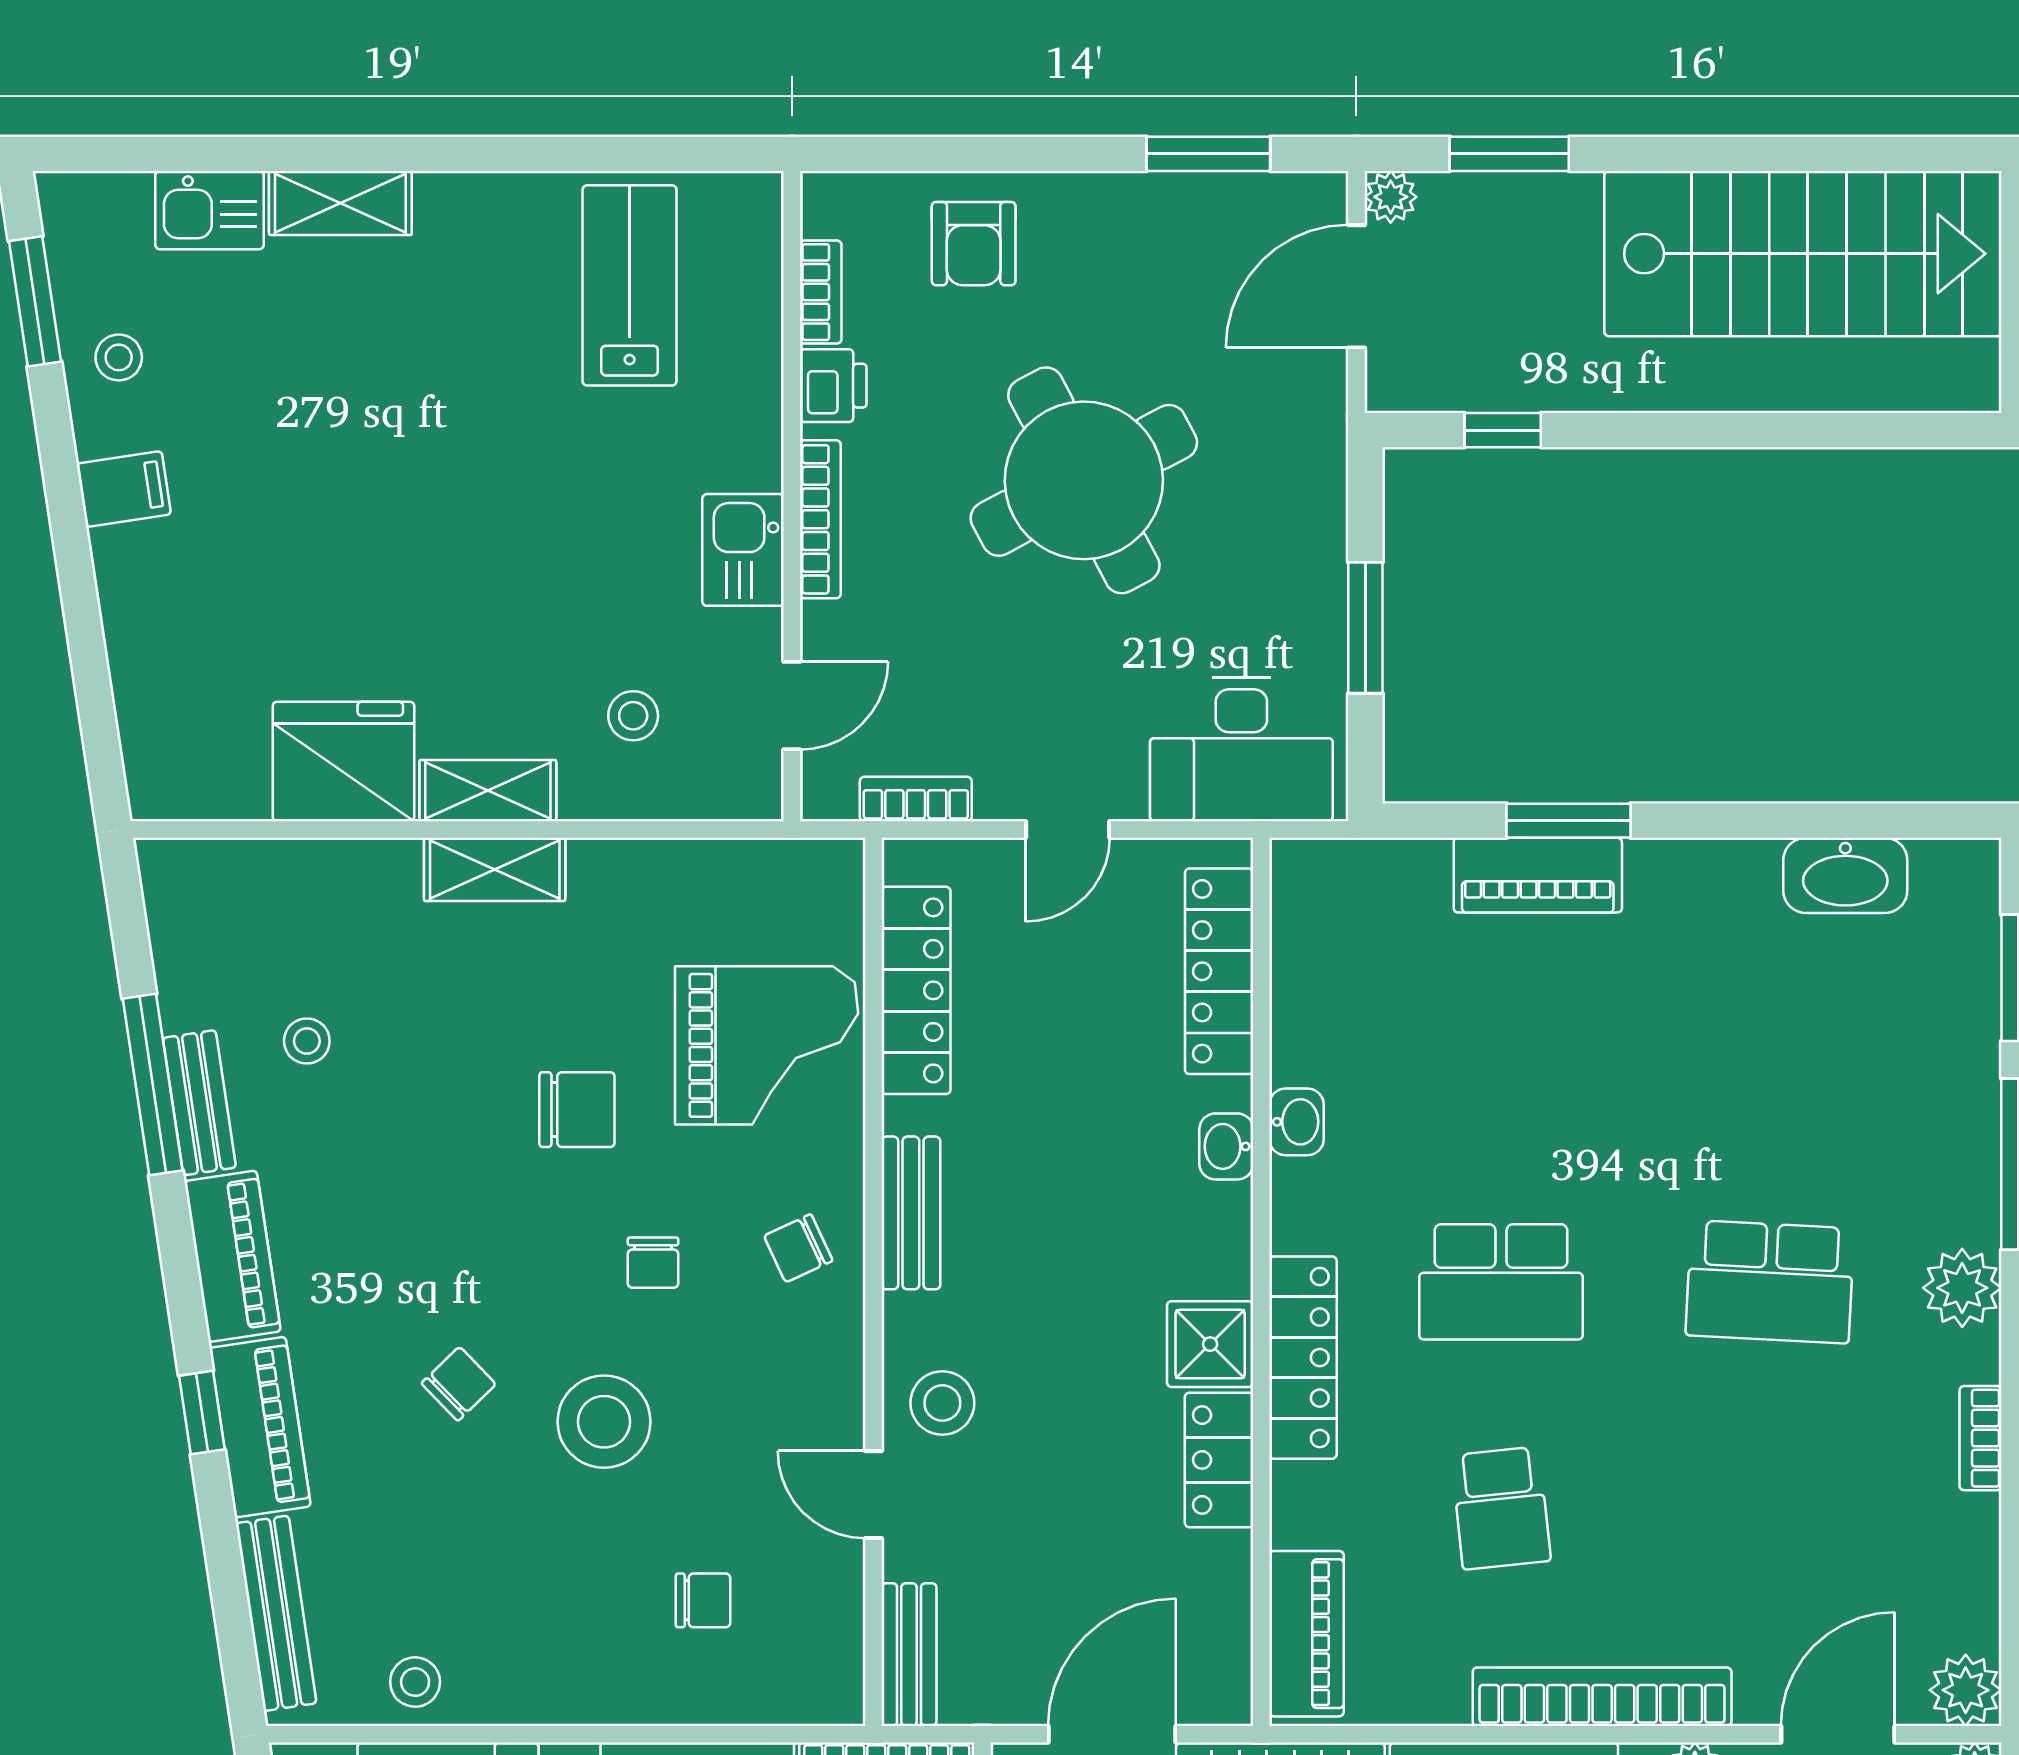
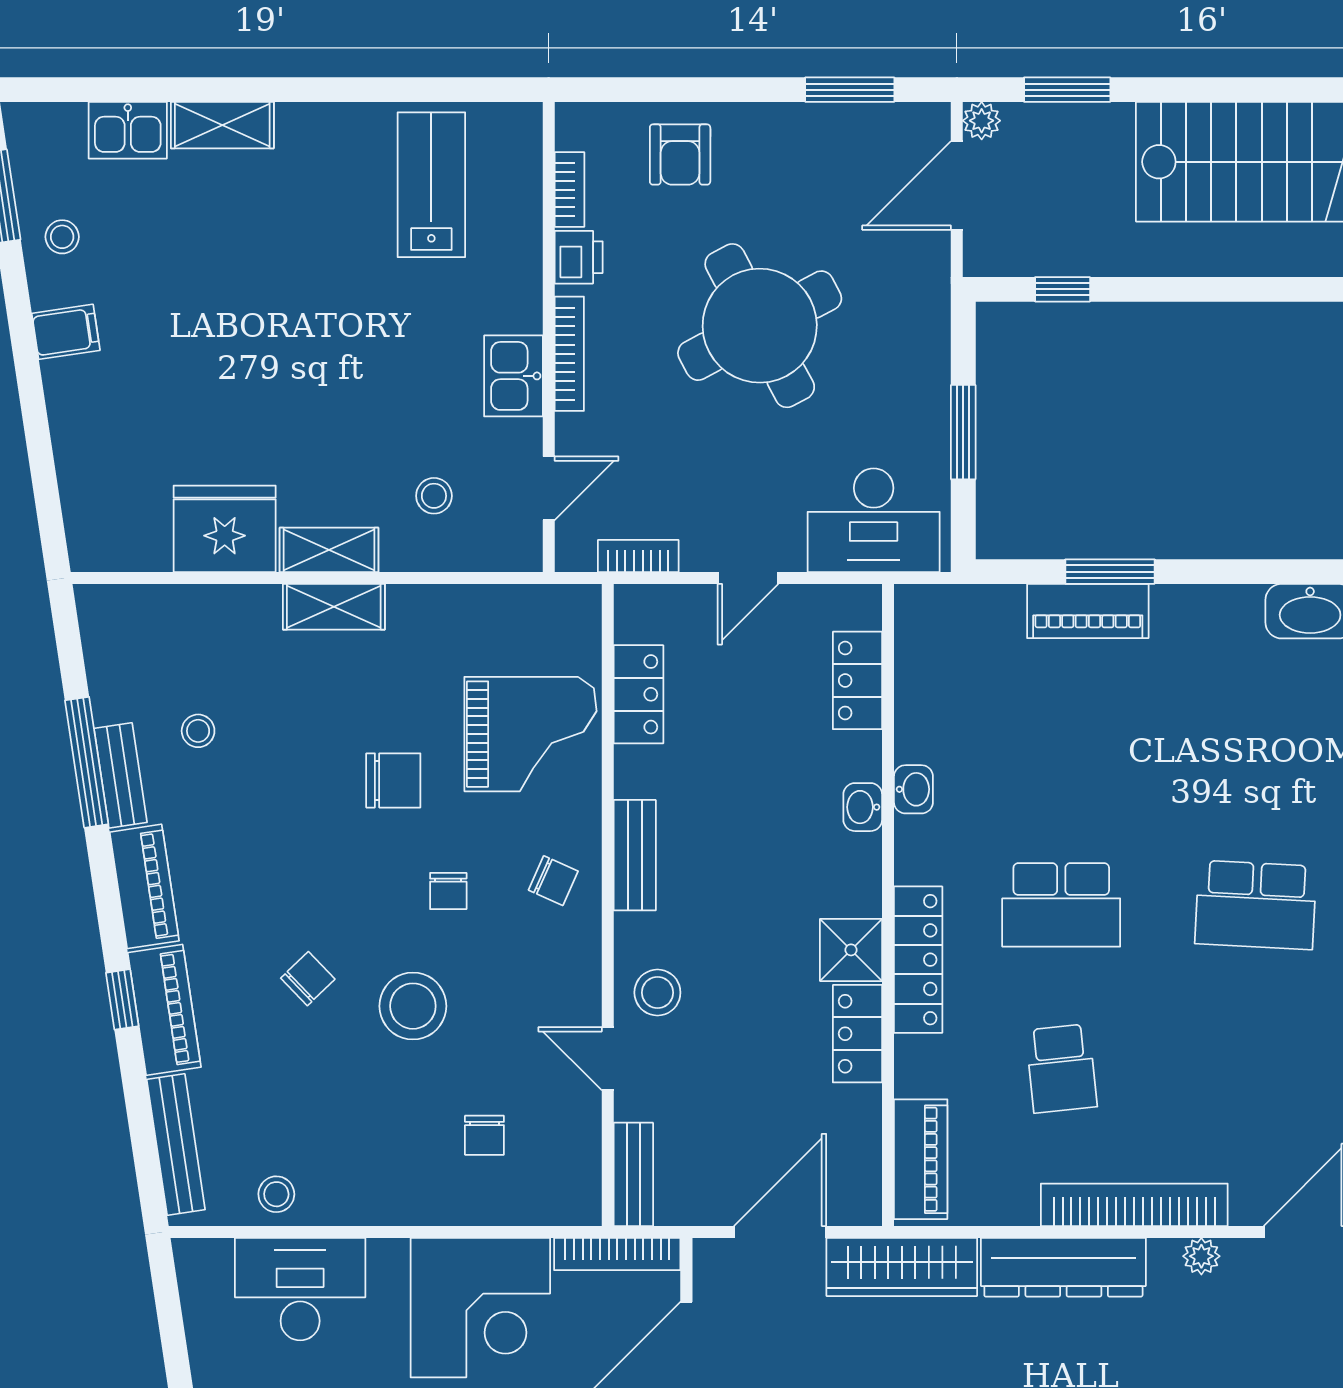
locker: (1219, 971) -> (857, 680), width x0.66
locker: (916, 990) -> (638, 694), width x0.66
chair: (798, 1248) -> (553, 881), turned -131
chair: (703, 1600) -> (484, 1135), turned 90

